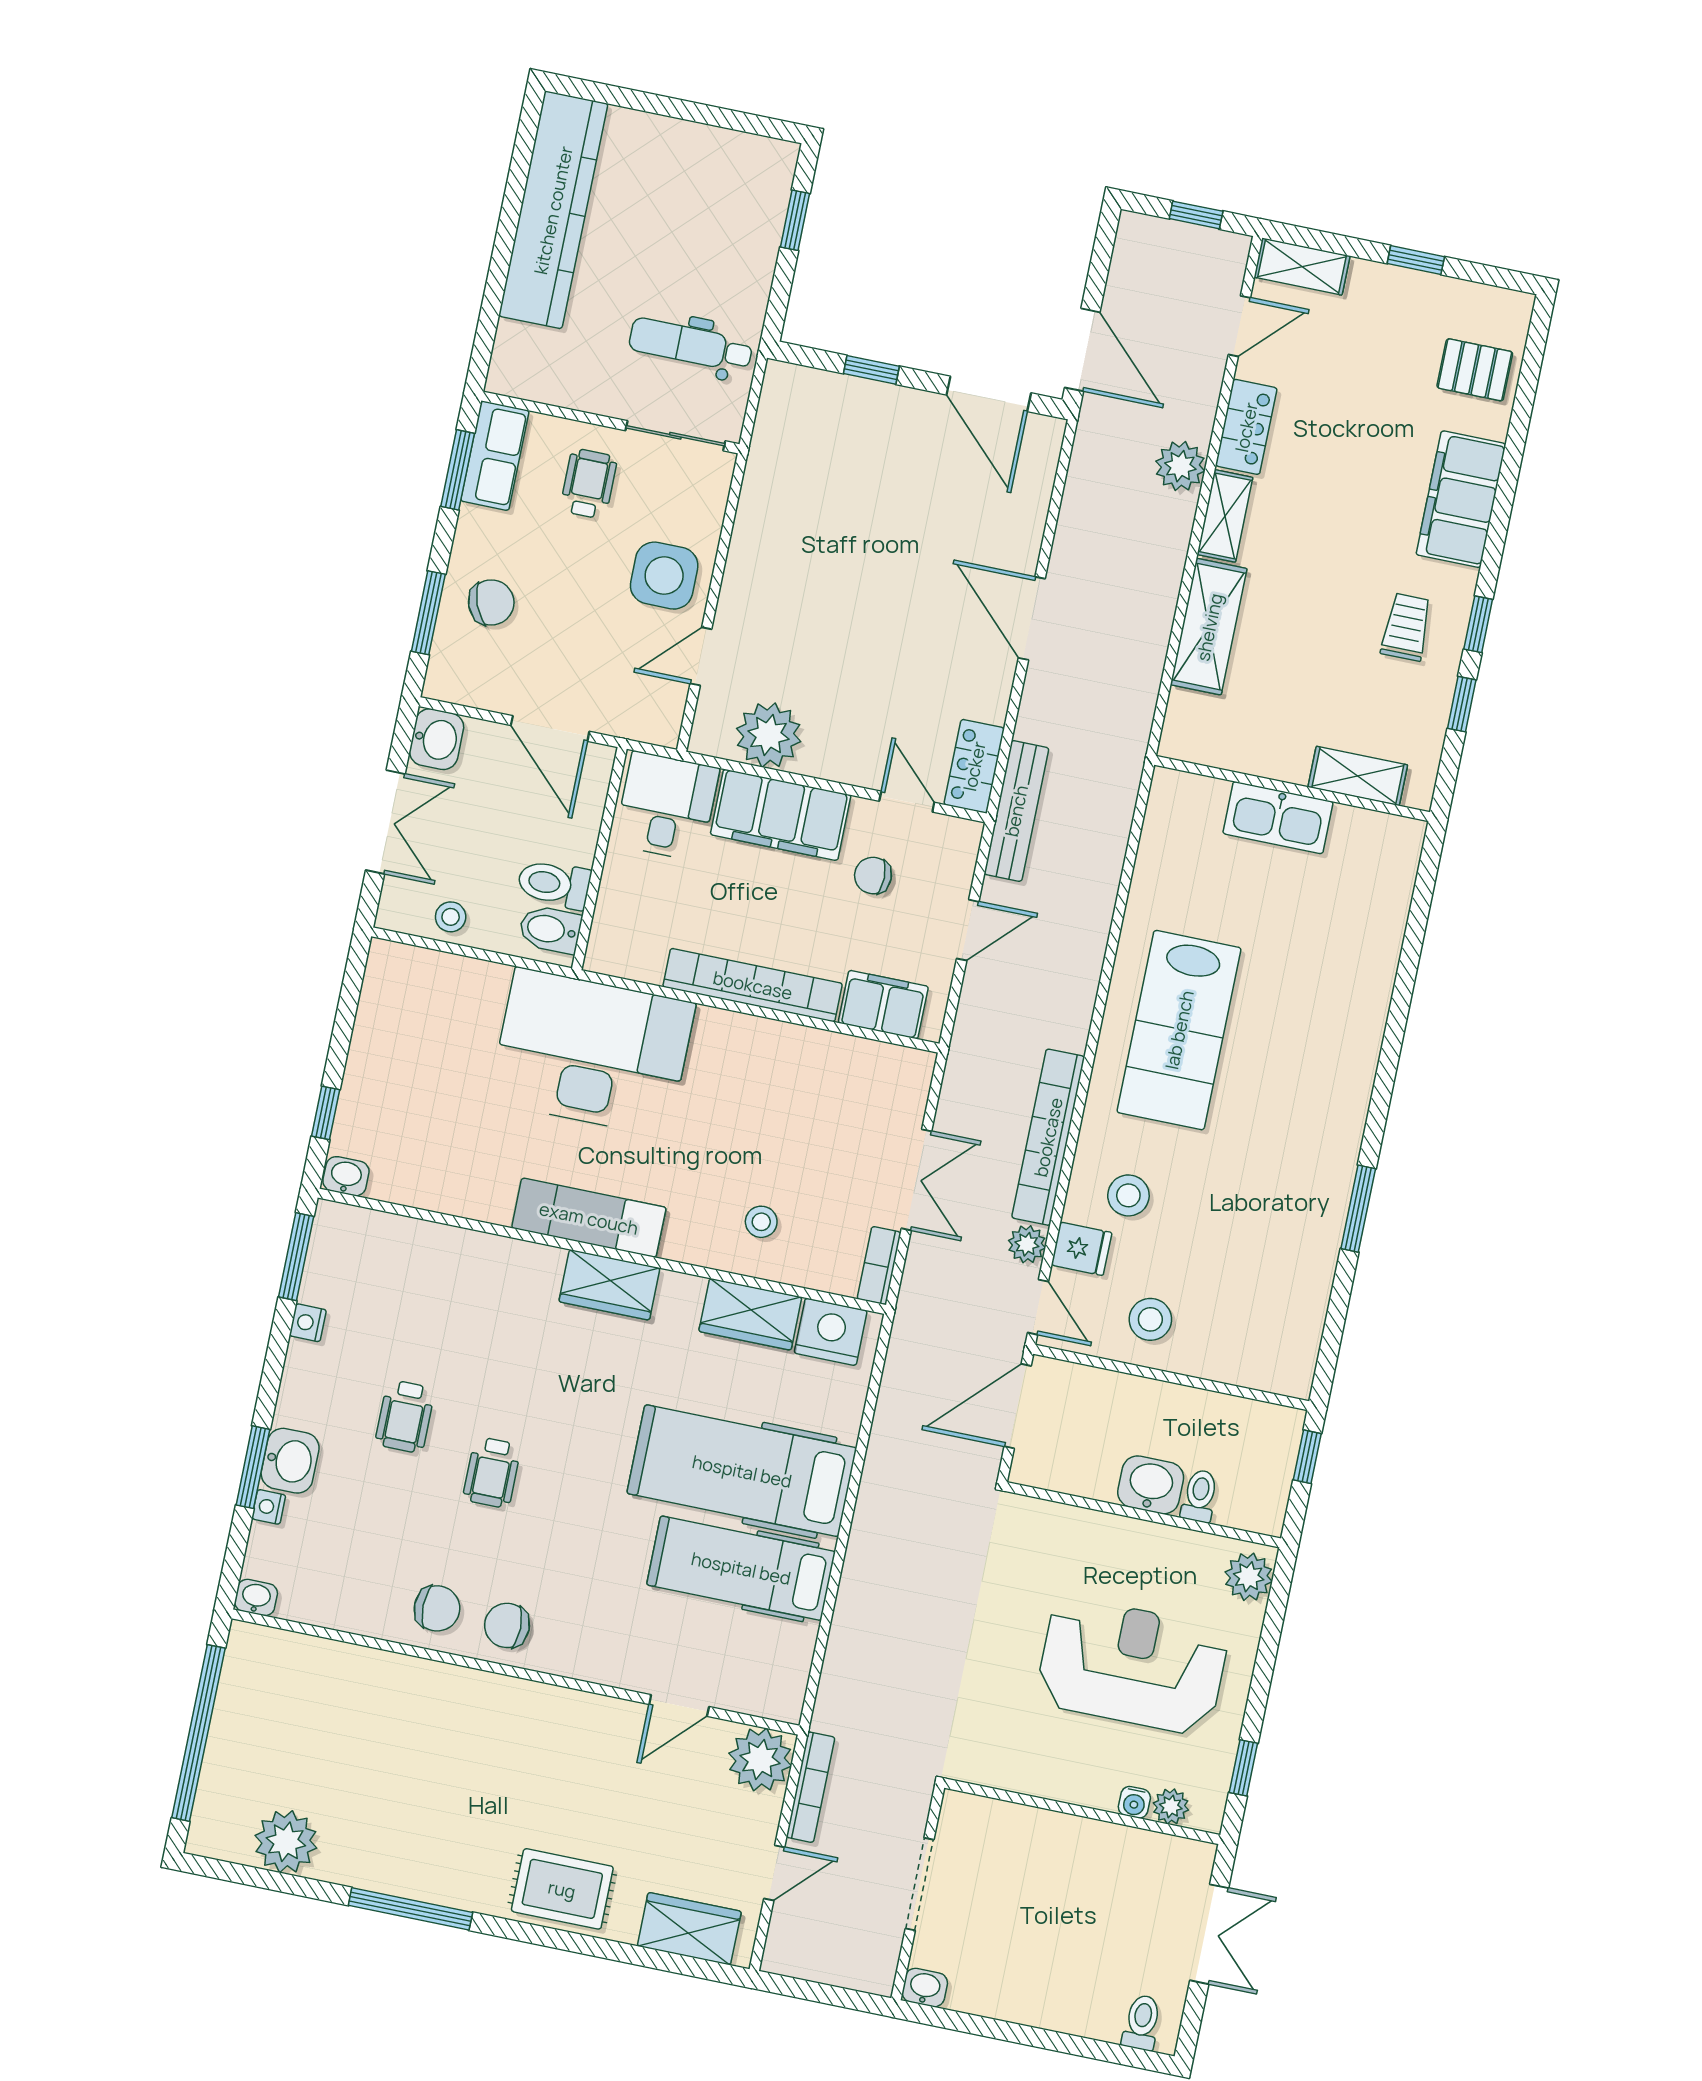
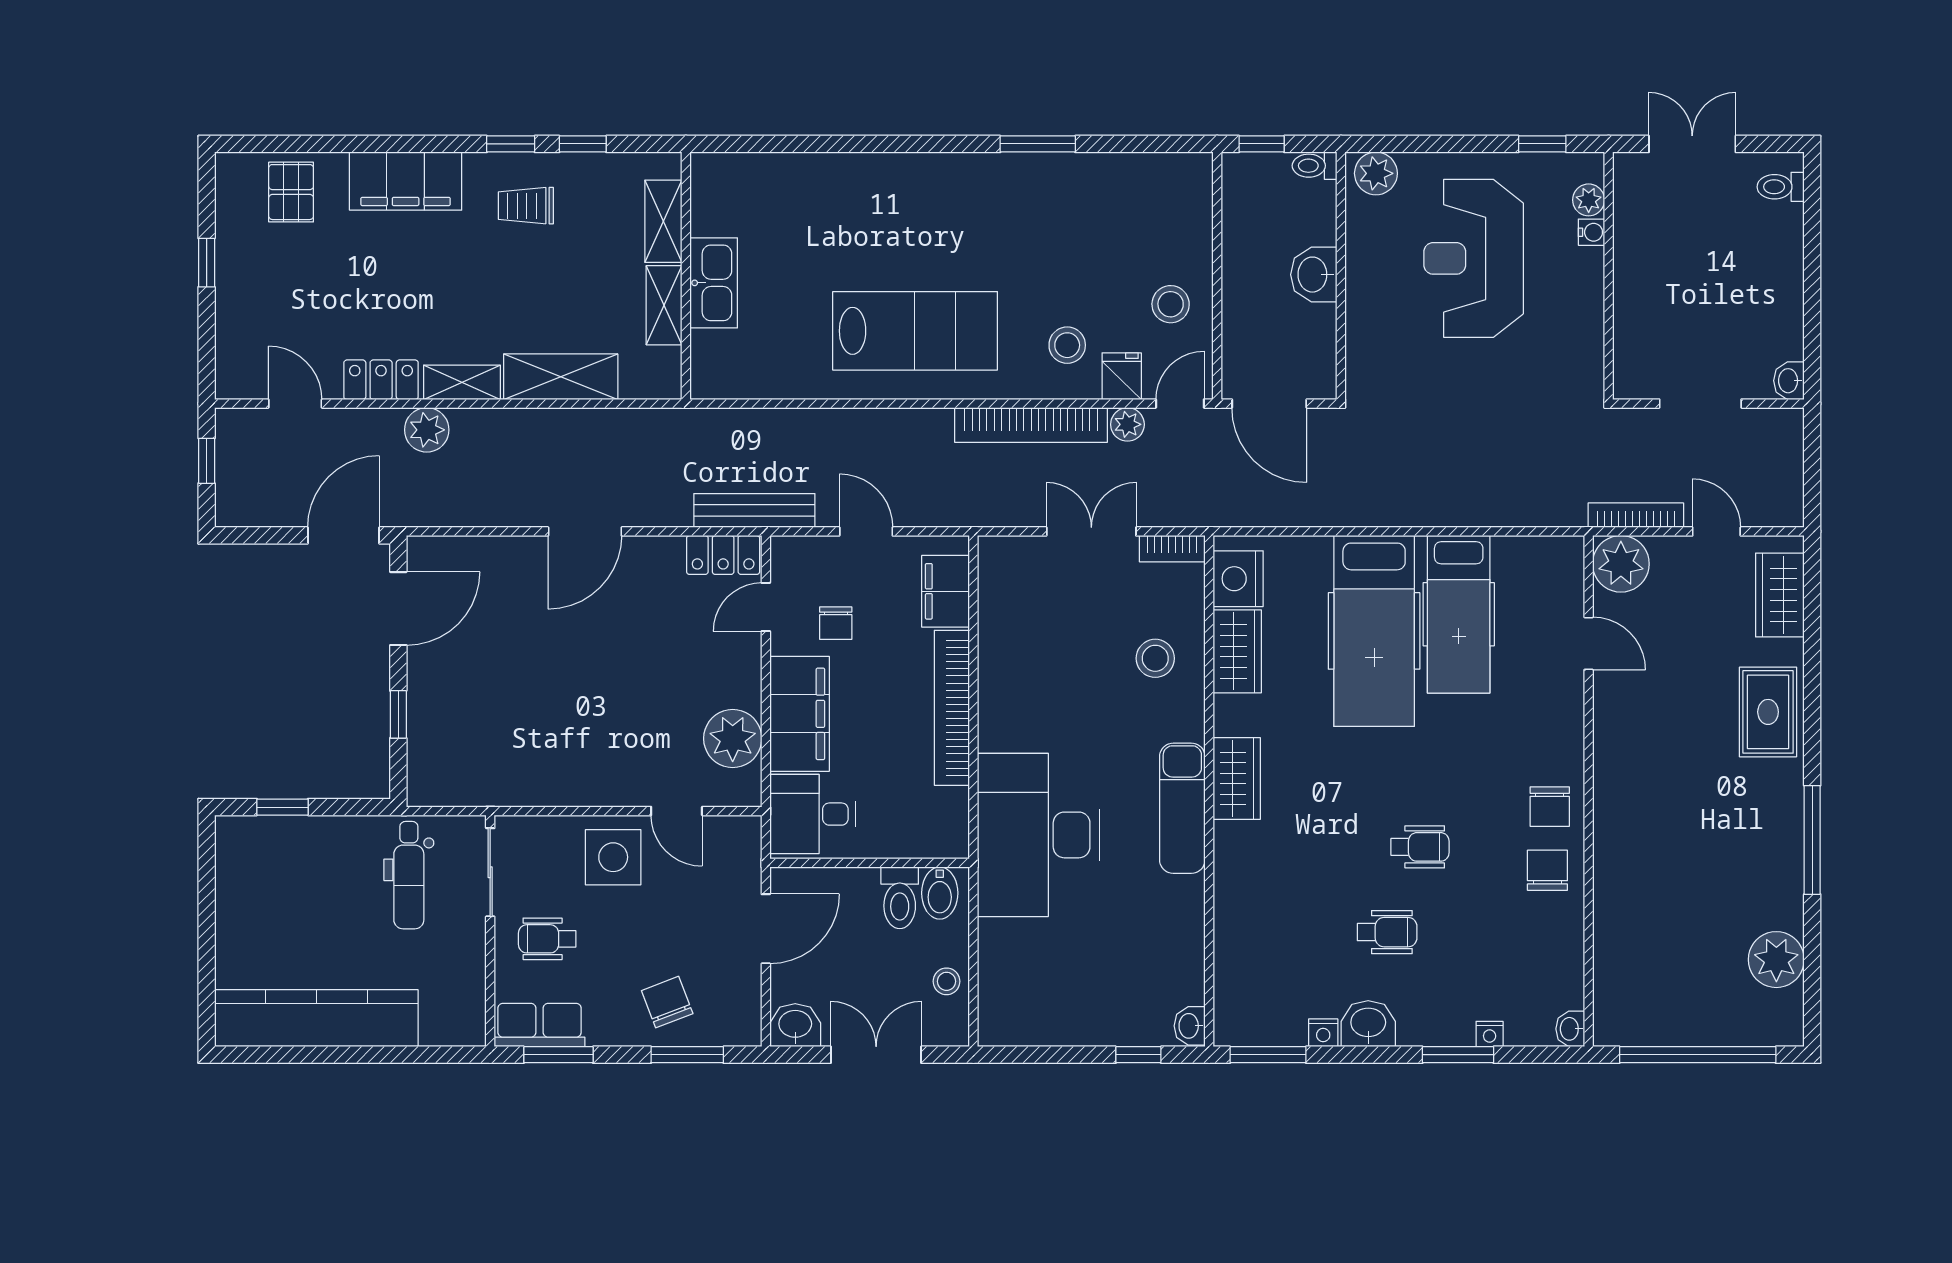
shelving: (1302, 267) -> (664, 305), moved
stool: (761, 1222) -> (1155, 658), width x1.37, depth x1.37
washbasin: (290, 1461) -> (1368, 1024), moved
toilet: (1200, 1496) -> (1315, 166), moved

